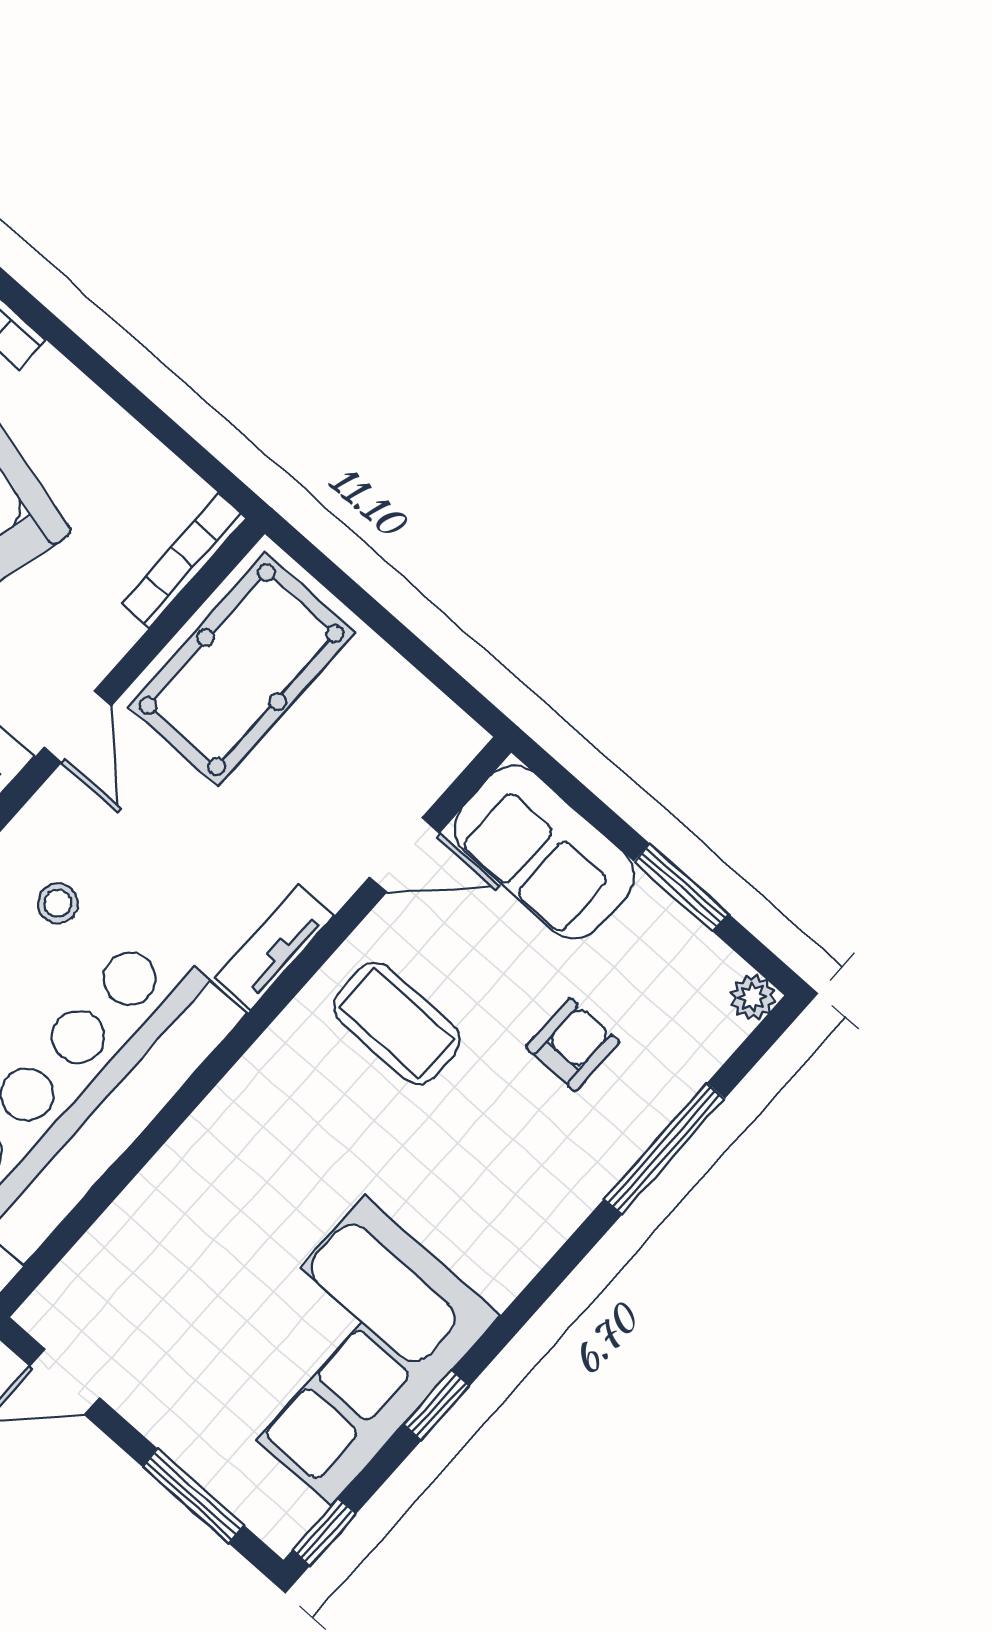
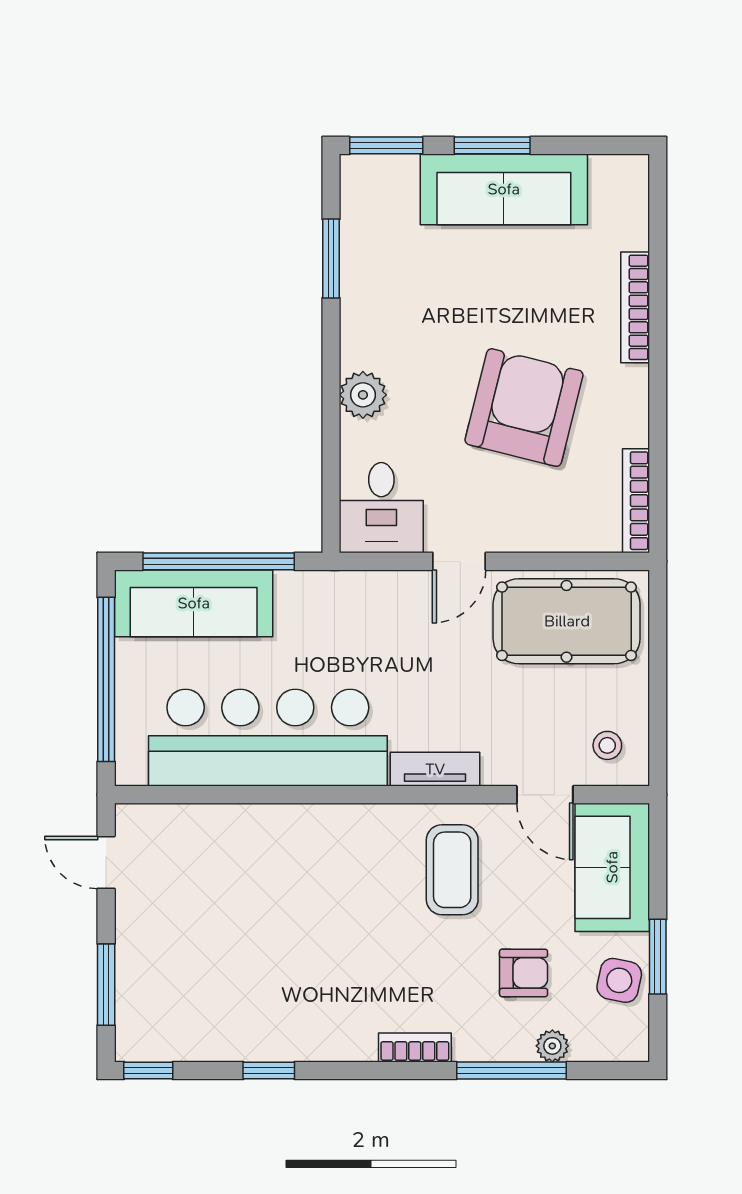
bookcase: (184, 561) -> (636, 501), moved, turned -90
stool: (58, 903) -> (607, 745), moved
side table: (670, 951) -> (619, 980), added
plant: (752, 997) -> (552, 1046), moved
bookcase: (549, 1229) -> (415, 1048), added
corner sofa: (348, 1350) -> (256, 998), removed

